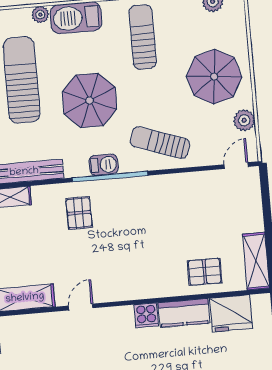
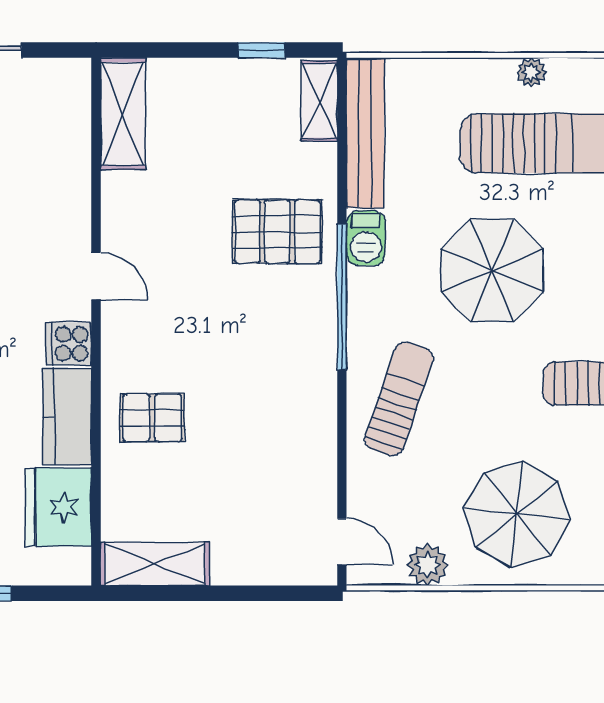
barbecue: (104, 165) -> (366, 238), moved
pallet: (79, 213) -> (277, 232), width x1.50, depth x1.42
pallet: (205, 272) -> (152, 418), moved, turned 90
door: (81, 307) -> (96, 276), moved

